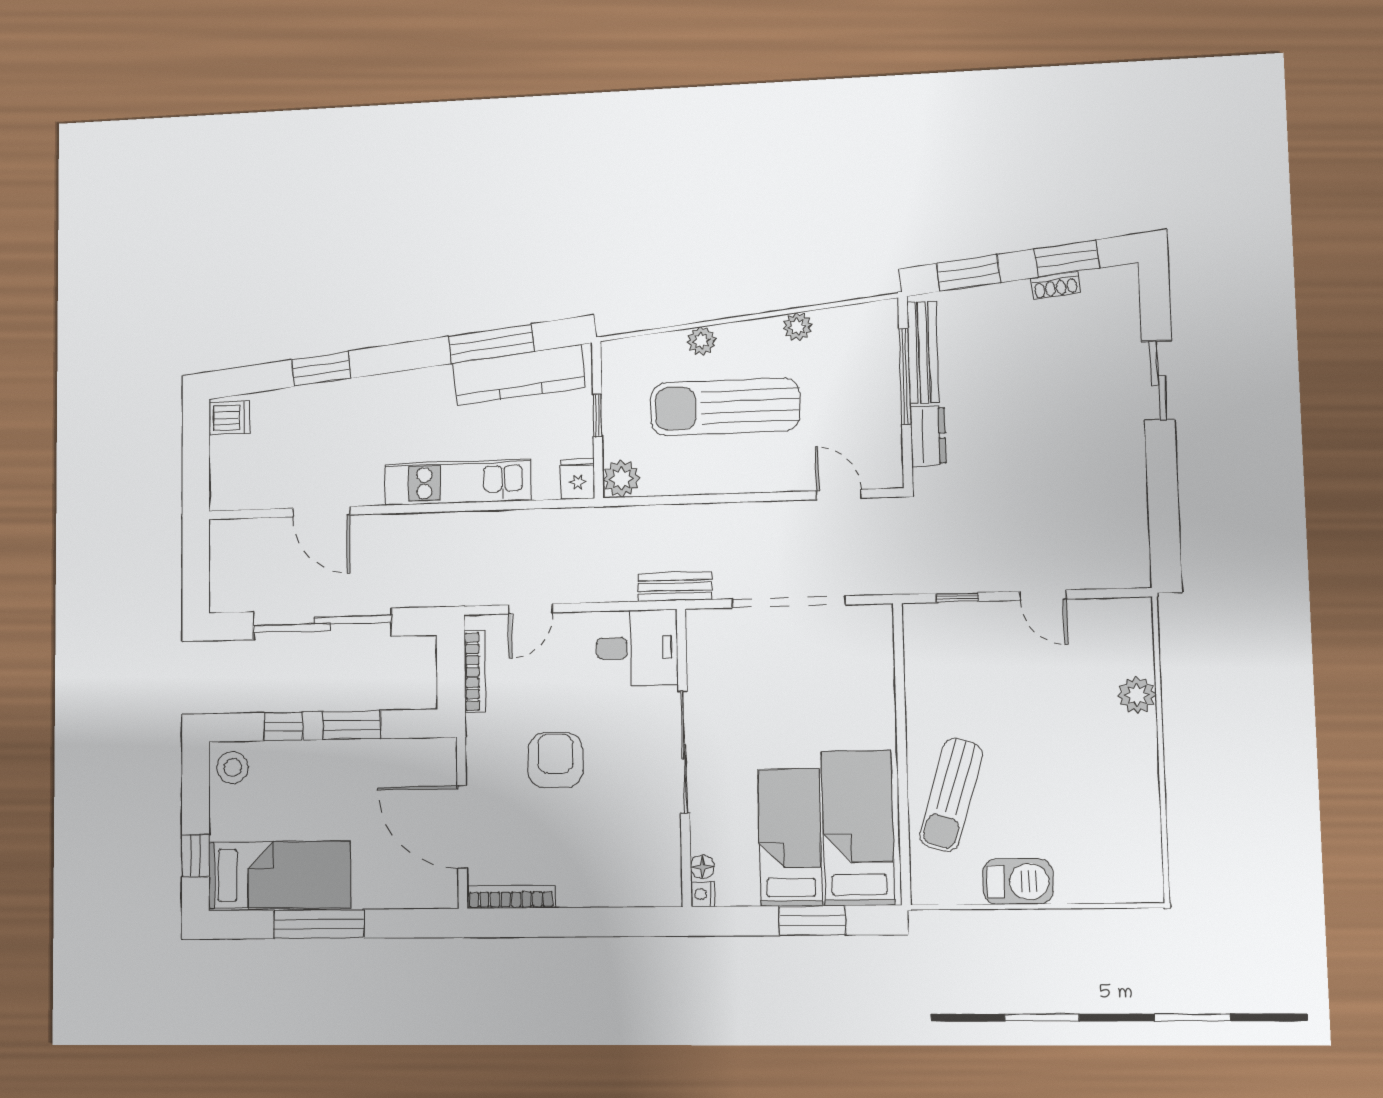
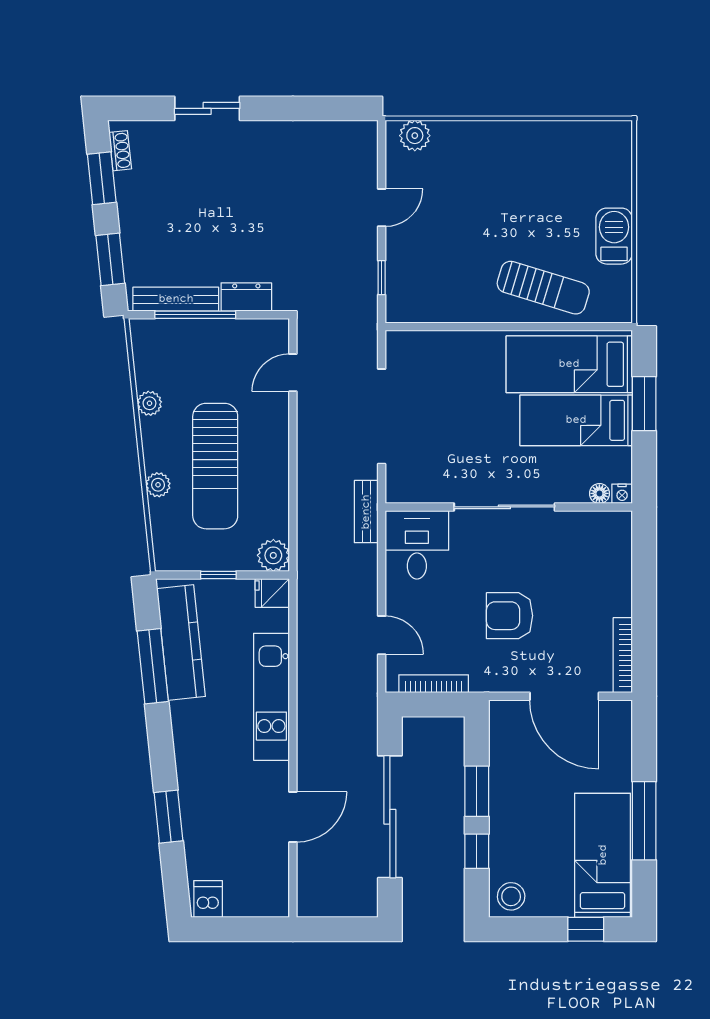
shoe rack: (1055, 285) -> (120, 151), moved
plant: (1137, 695) -> (415, 136), moved
door: (462, 827) -> (564, 696), hinge flipped

